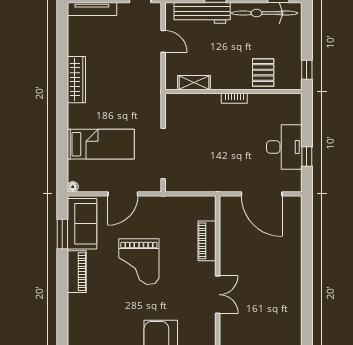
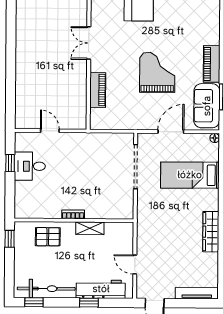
pallet: (263, 73) -> (48, 237), turned 90
shelving: (194, 83) -> (90, 228), moved
desk: (284, 147) -> (30, 166), width x0.73
door: (262, 194) -> (50, 131), width x0.53

